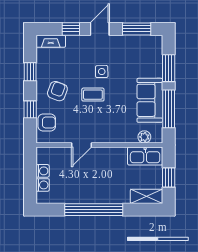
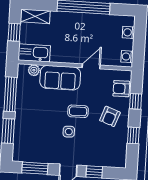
fireplace: (51, 41) -> (113, 162), removed
sofa: (150, 100) -> (60, 78), moved, turned 90
washing machine: (43, 171) -> (127, 57), moved

